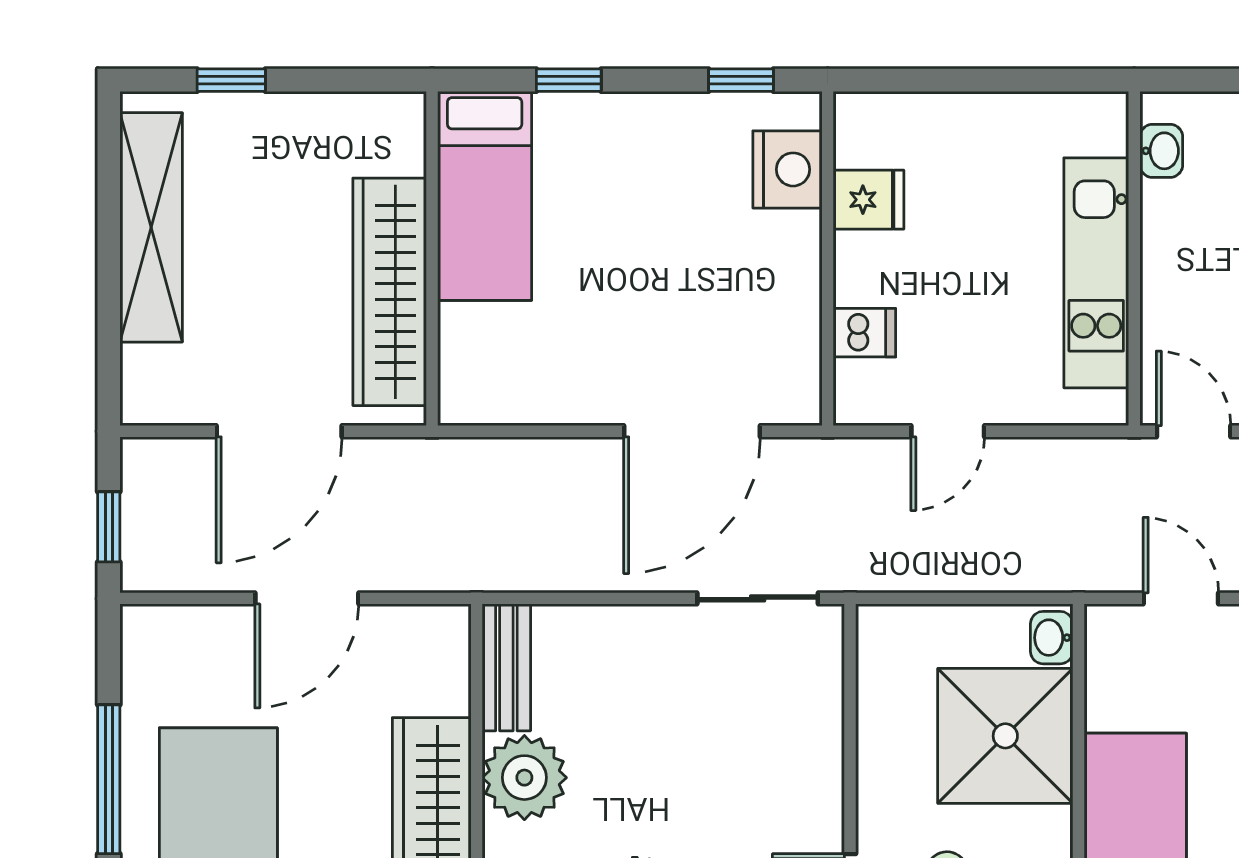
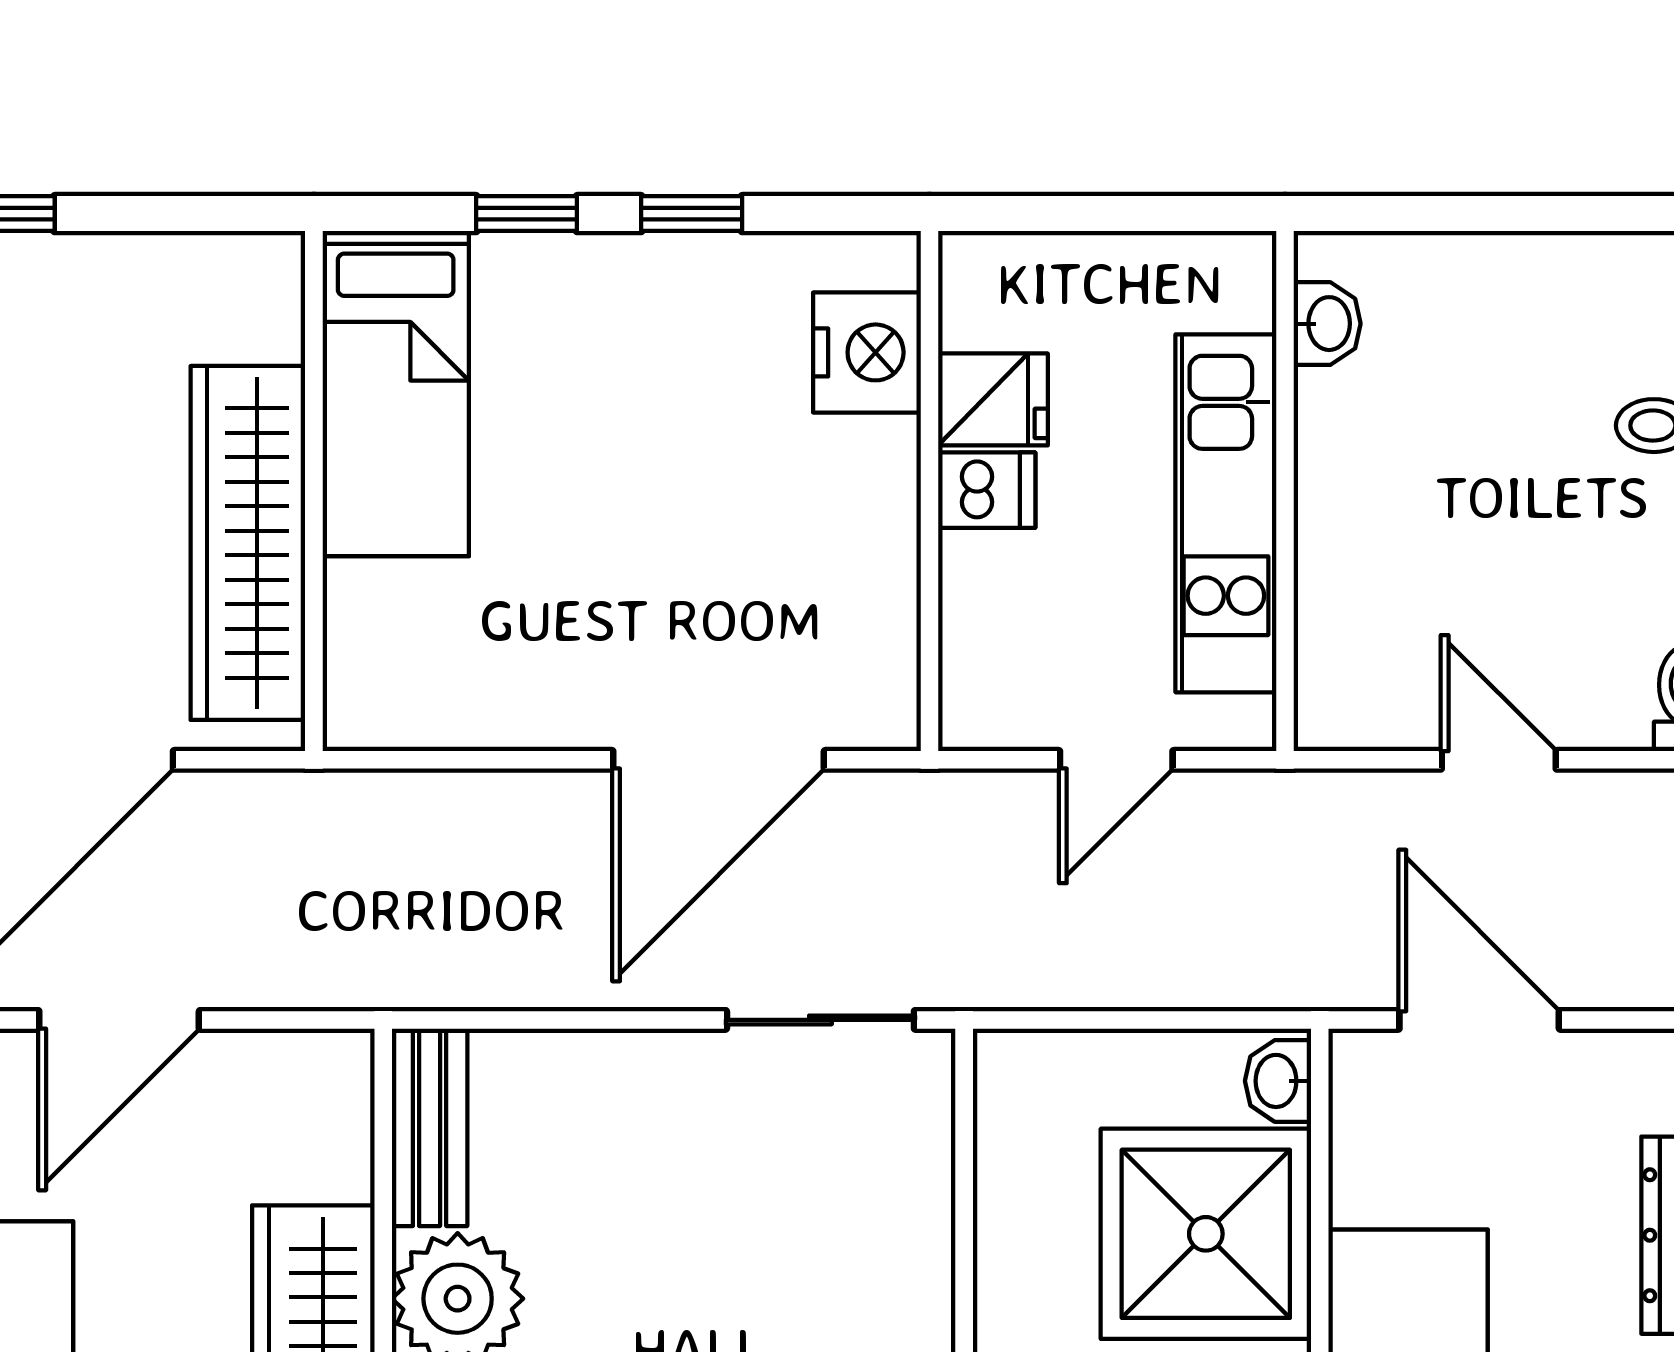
window: (741, 80) -> (692, 214), moved
washbasin: (1161, 151) -> (1327, 324), moved
wall: (1134, 258) -> (1285, 491), moved
kitchen unit: (1096, 273) -> (1226, 513), moved
dishwasher: (864, 333) -> (987, 490), moved
door: (1181, 598) -> (1479, 1020), width x1.37

